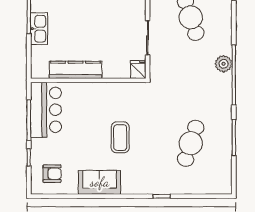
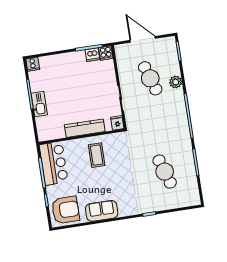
plant: (224, 64) -> (176, 82), moved
kitchen counter: (76, 70) -> (85, 128), moved
coffee table: (120, 137) -> (97, 155), moved
cafe table: (191, 143) -> (165, 172), turned -36
armchair: (52, 174) -> (65, 210), width x1.88, depth x1.88

